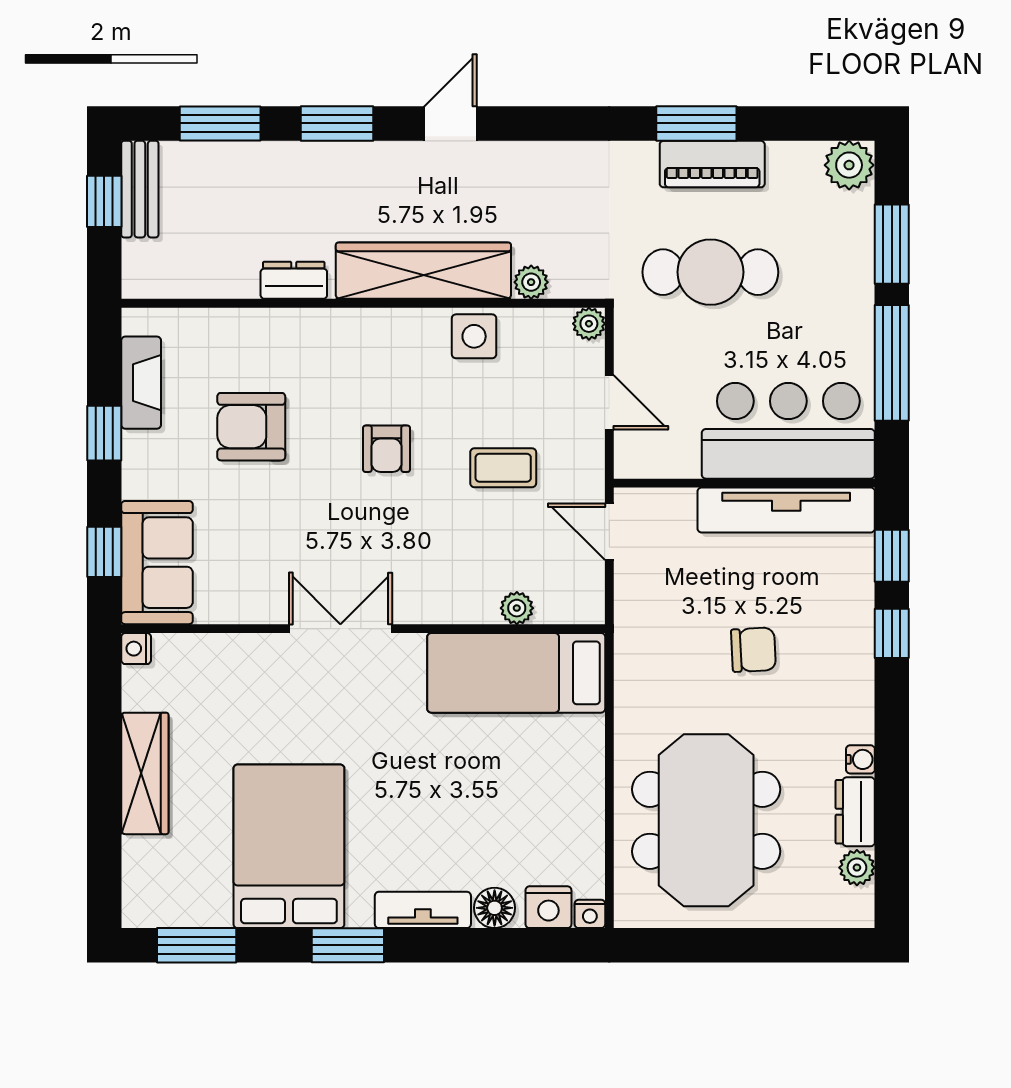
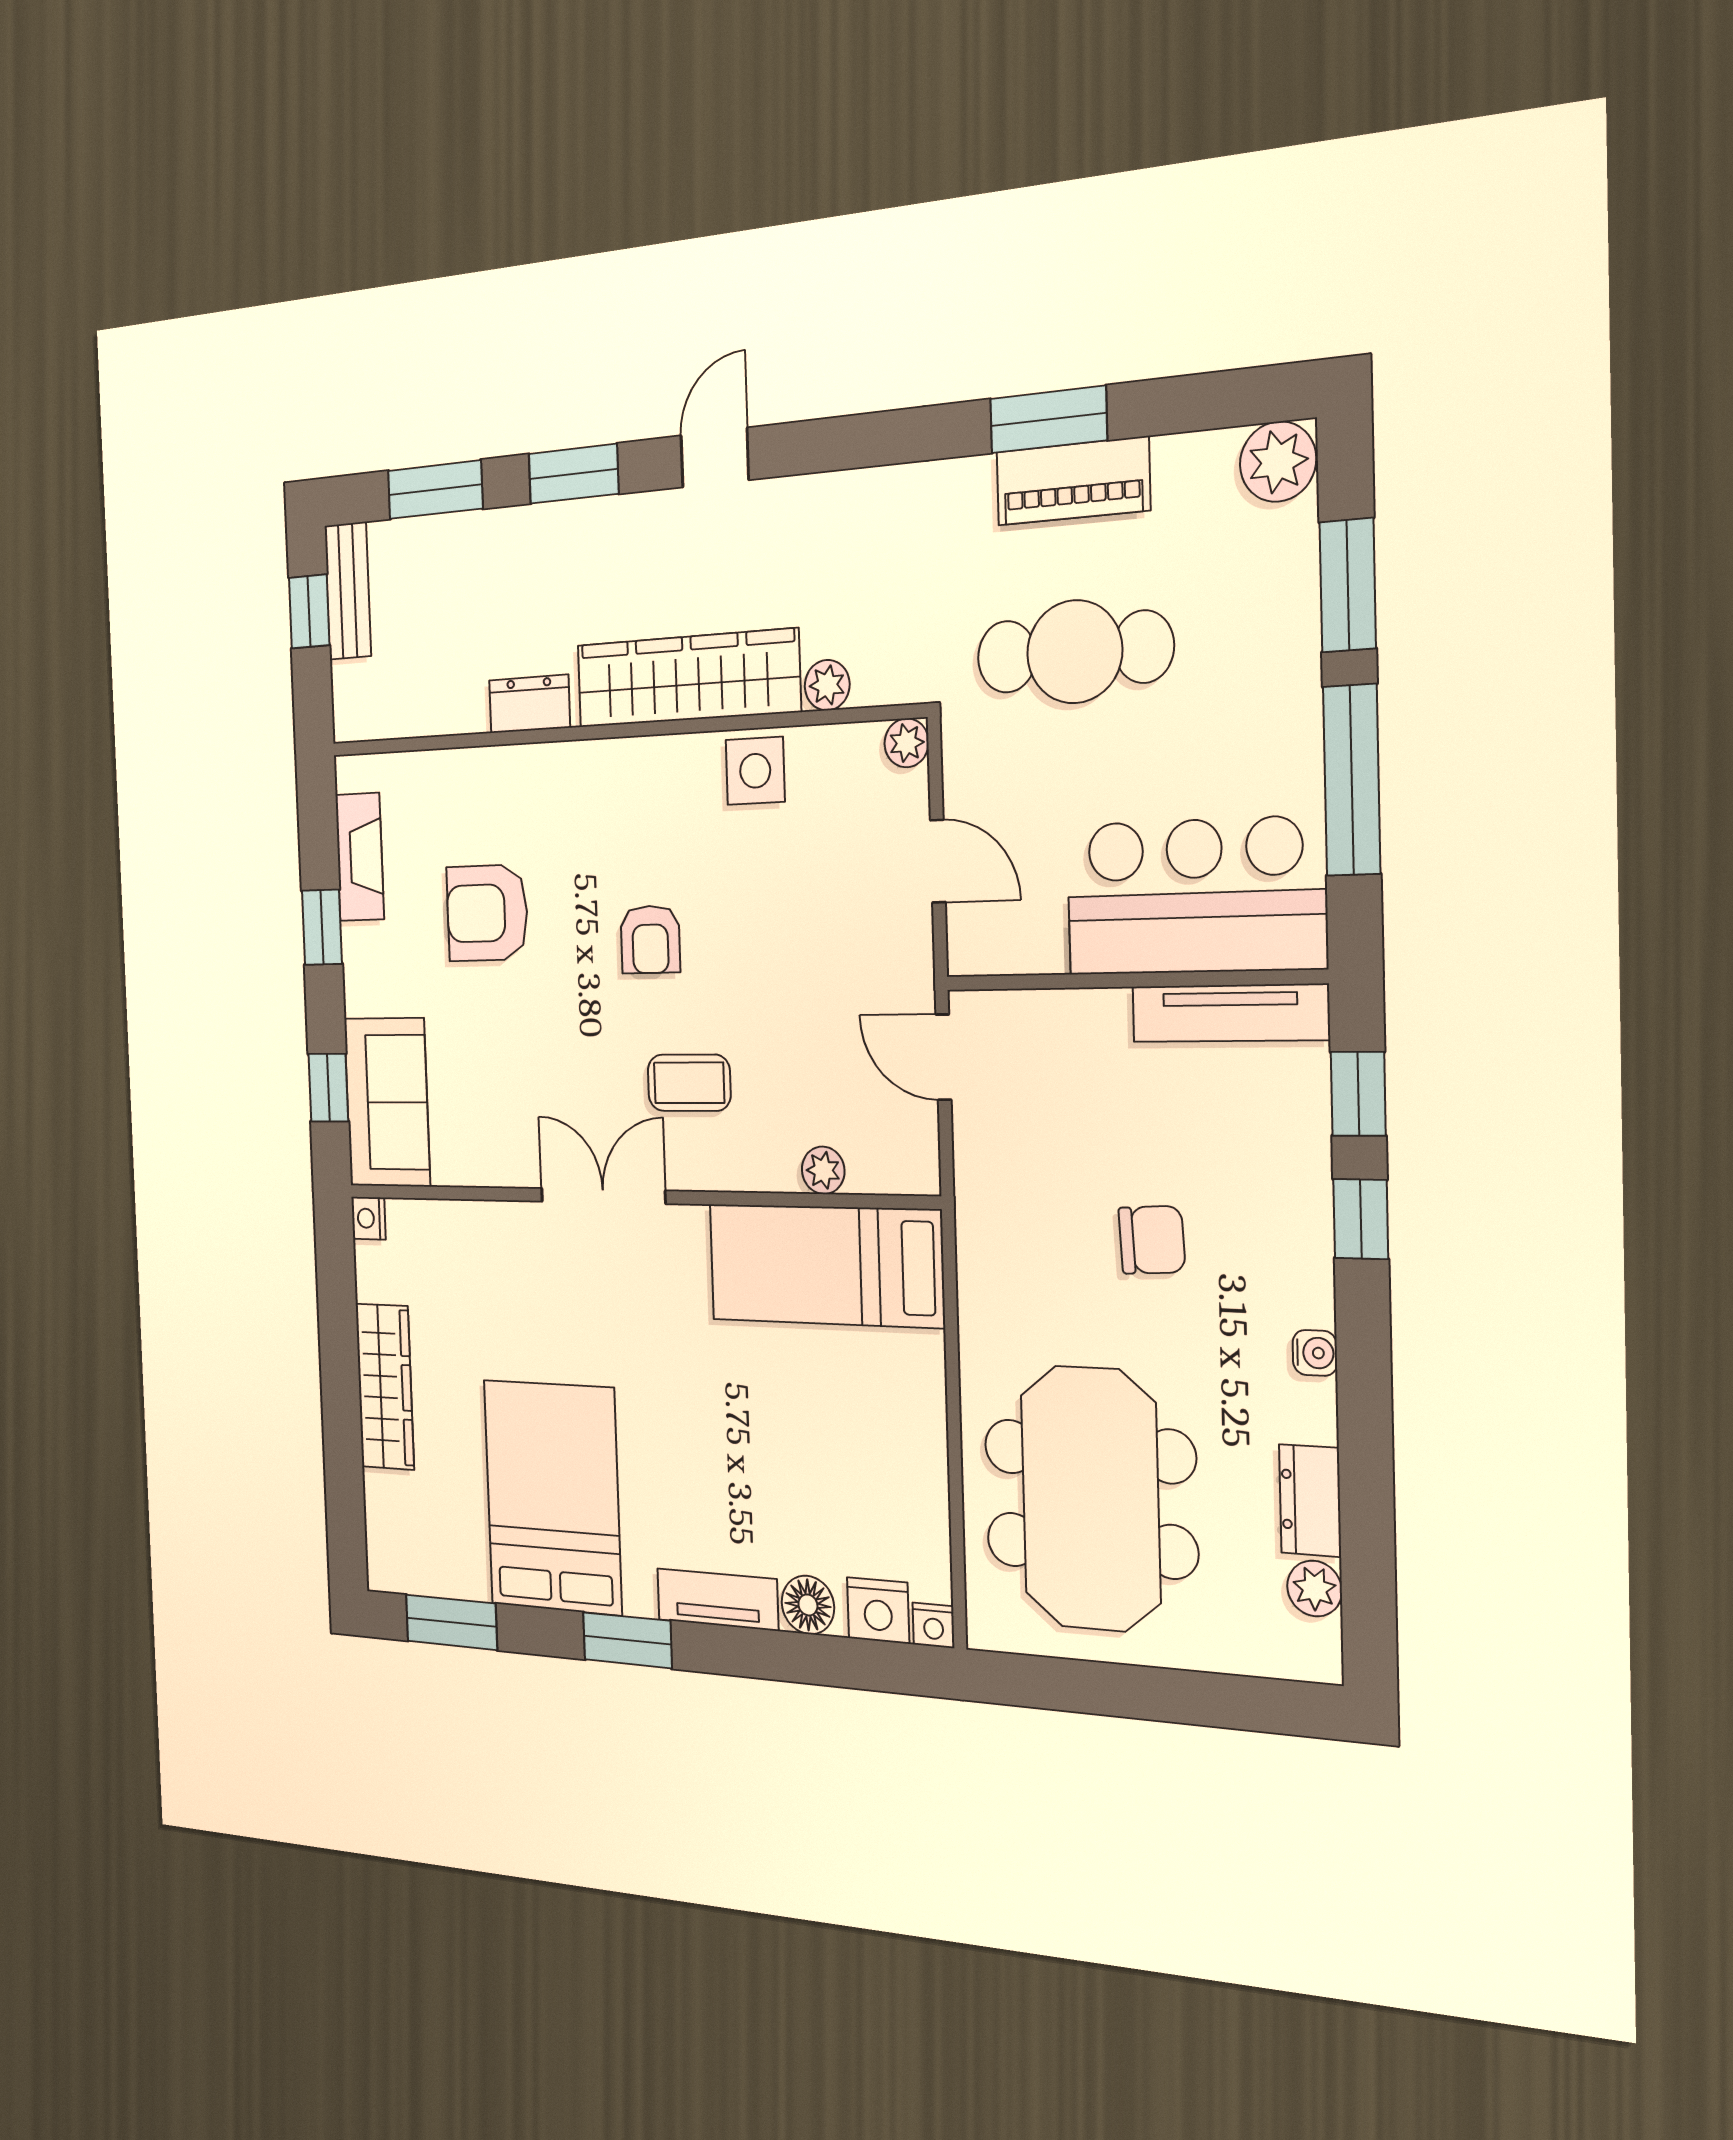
coffee table: (503, 468) -> (689, 1083), moved
tv unit: (786, 510) -> (1230, 1013), width x0.73, depth x0.78
water cooler: (860, 759) -> (1315, 1353), moved

